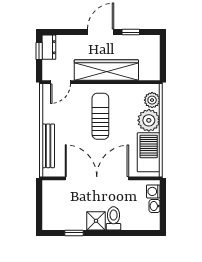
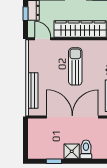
door: (60, 82) -> (43, 39), swing flipped

